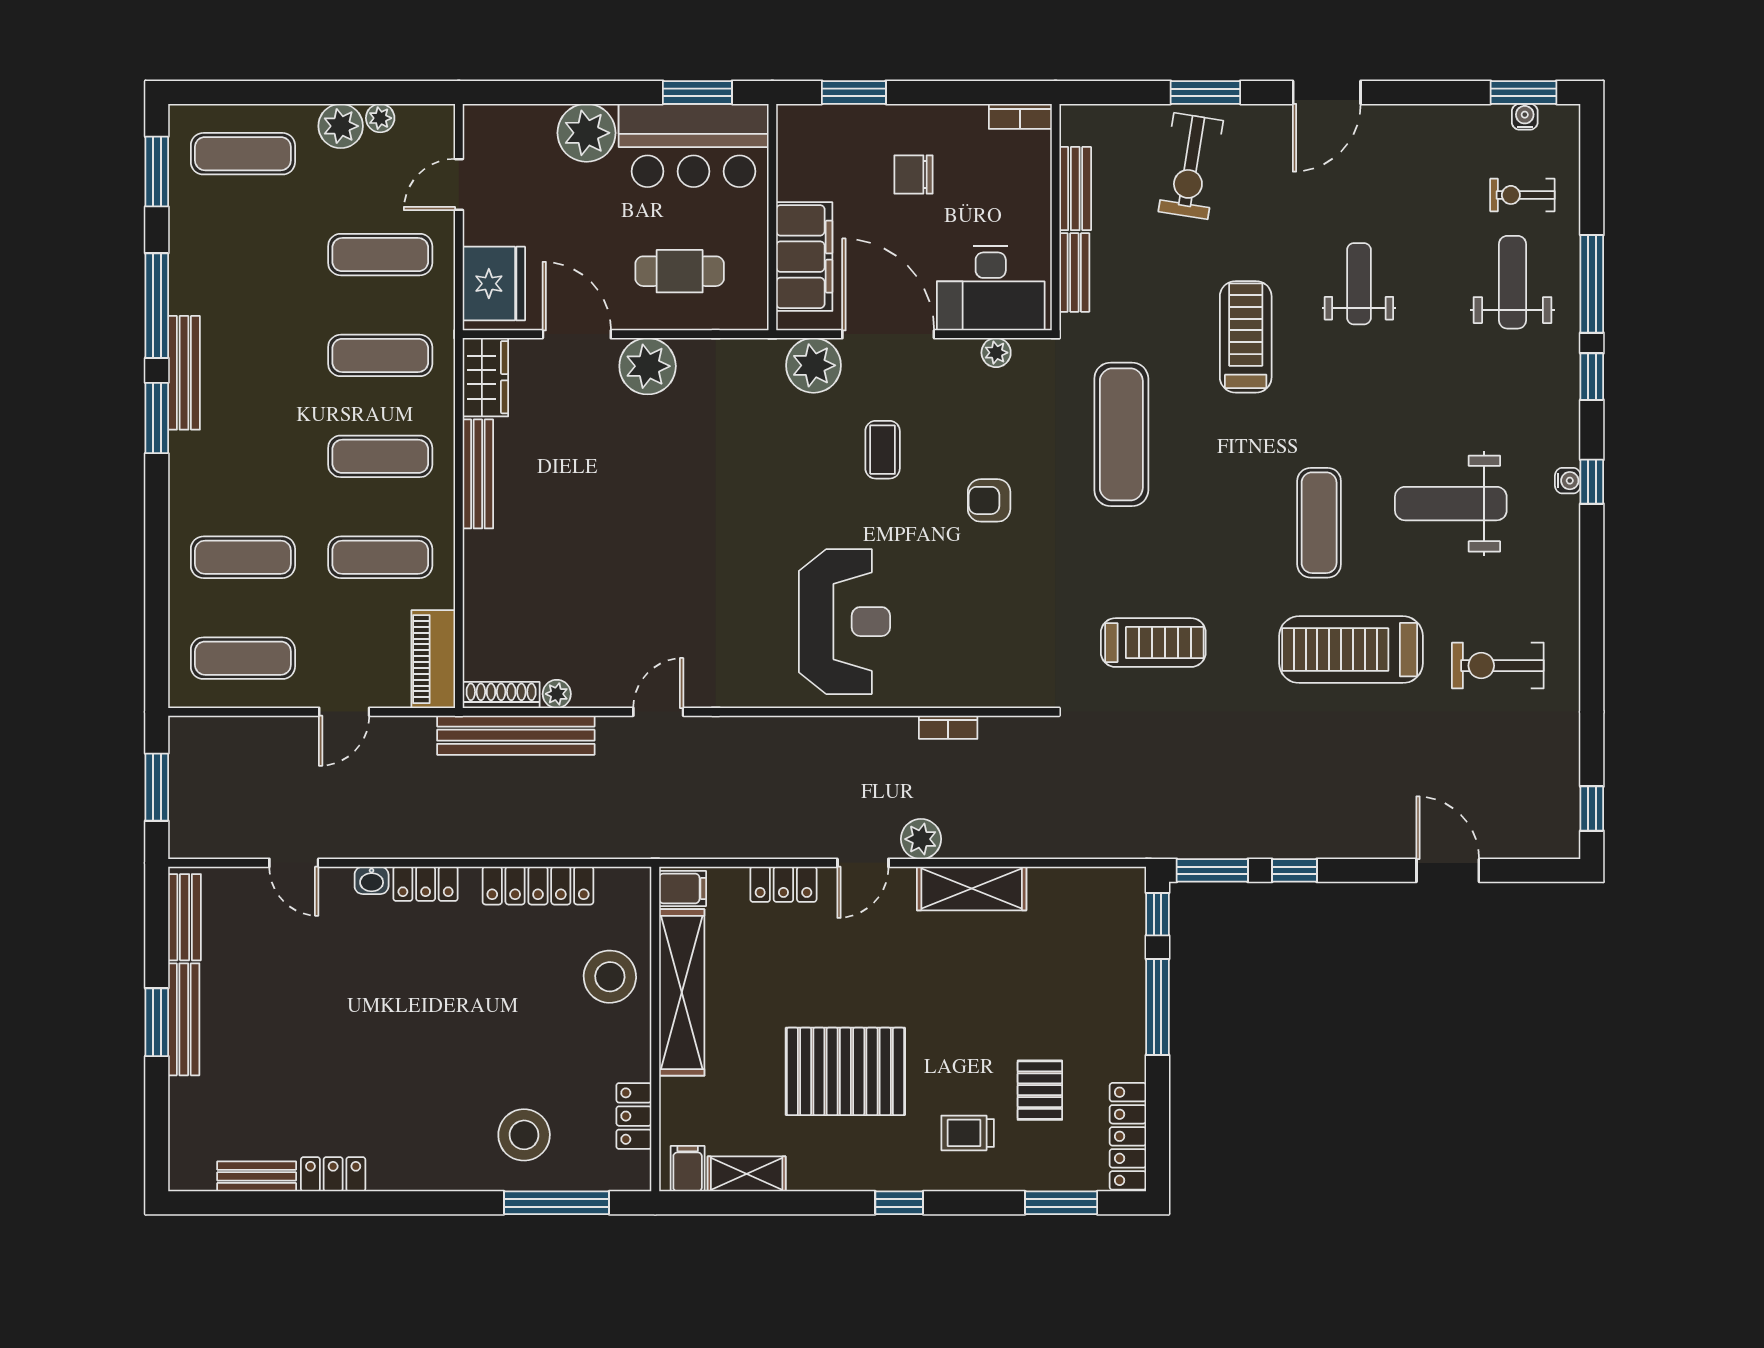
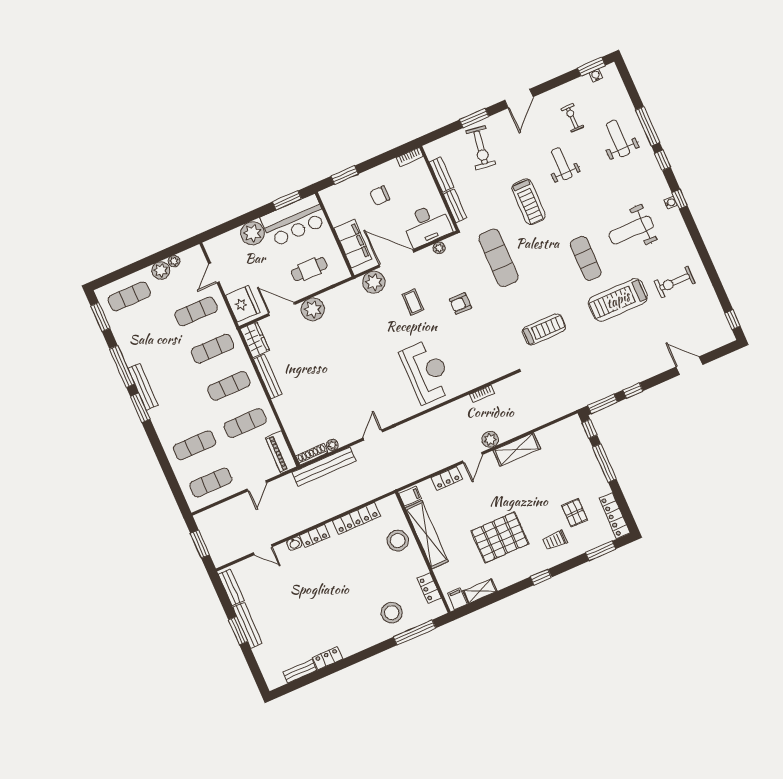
exercise bike: (1522, 195) -> (572, 118), moved, turned 90
treadmill: (1246, 337) -> (529, 202), turned 180

